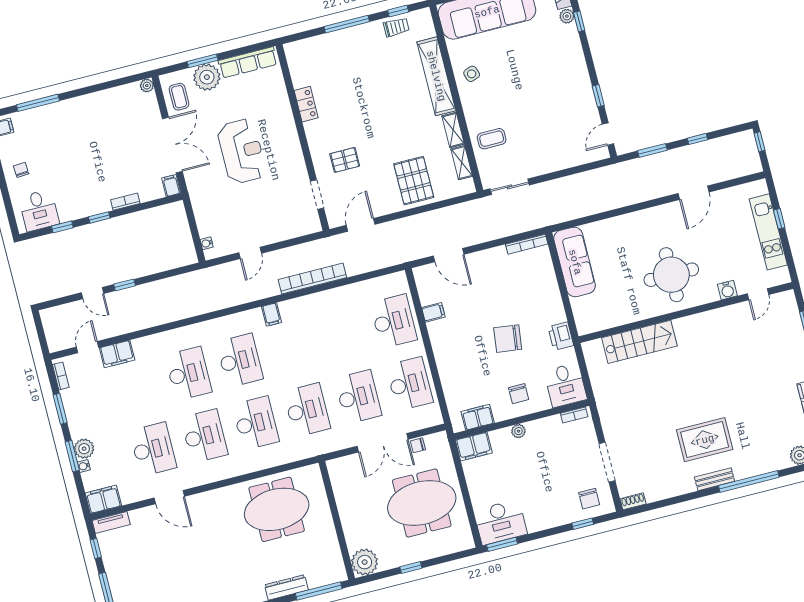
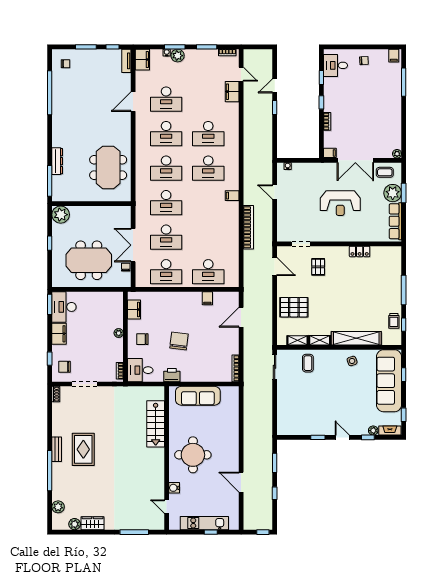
door: (608, 134) -> (342, 437), moved
sofa: (575, 262) -> (198, 396), moved
filing cabinet: (474, 447) -> (59, 334), moved, turned 180
meeting table: (422, 503) -> (89, 260), turned 90

